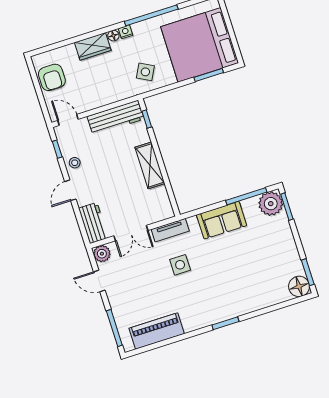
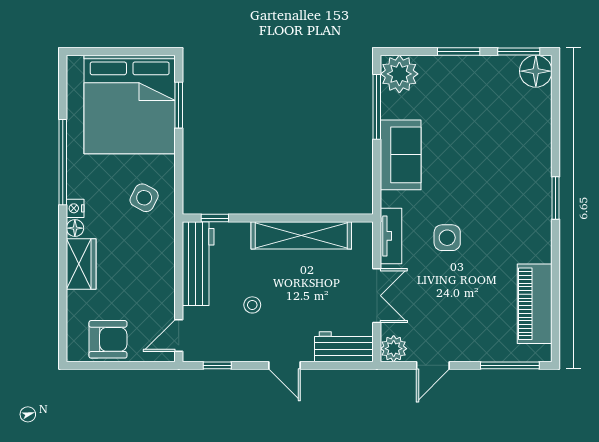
stool: (75, 163) -> (252, 305), moved
shelving: (150, 165) -> (301, 235), width x1.47
window: (287, 207) -> (459, 51), moved

